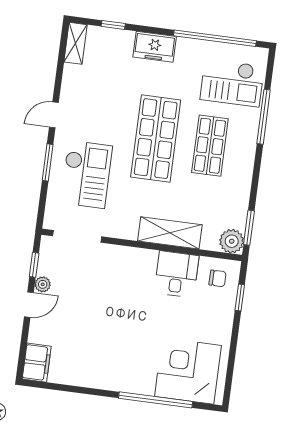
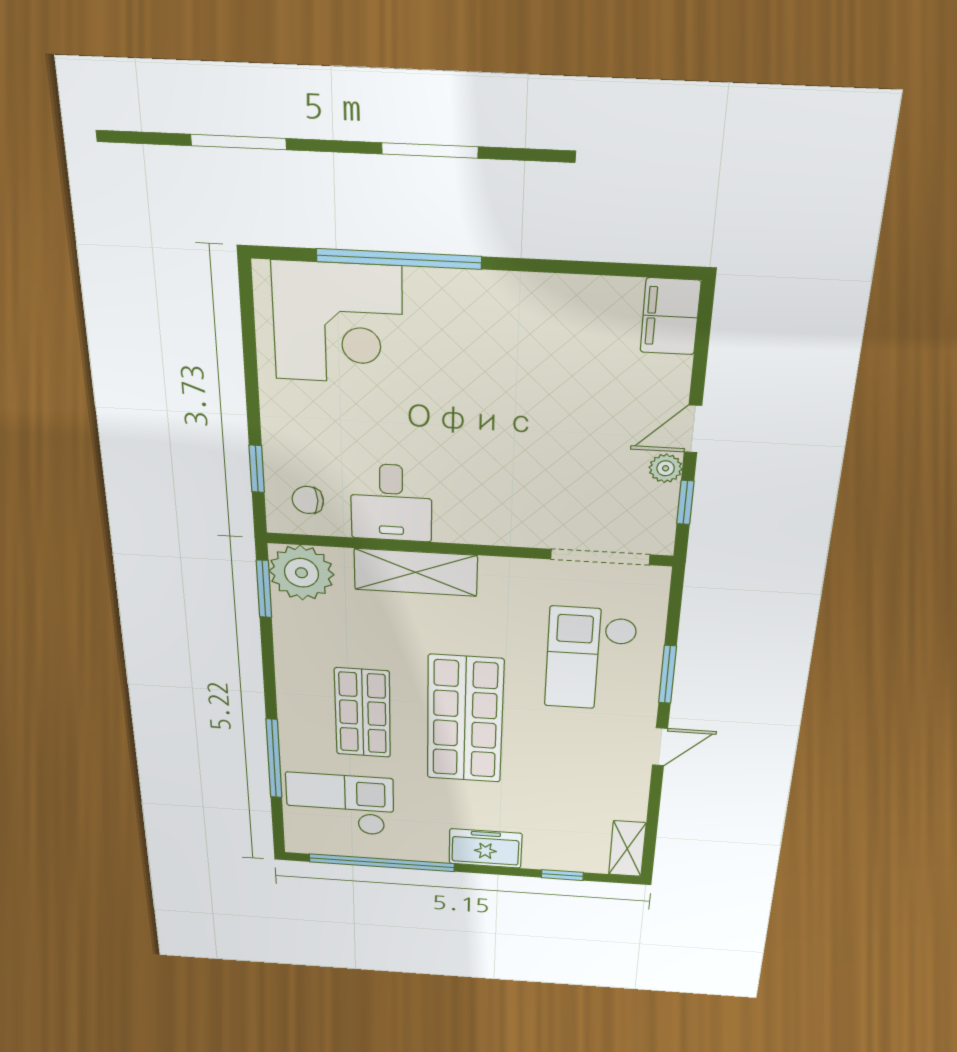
plant: (232, 241) -> (301, 573), width x1.36, depth x1.36

